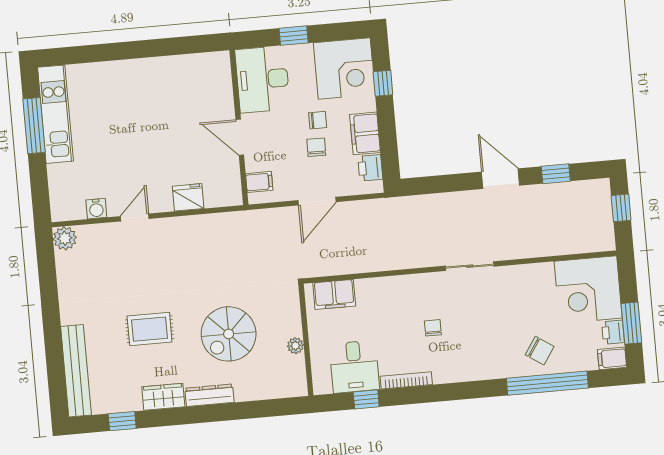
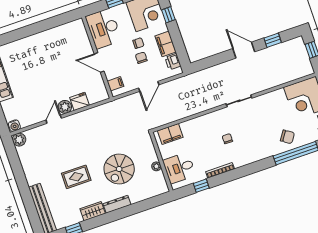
plant: (160, 201) -> (65, 107), added
water cooler: (96, 209) -> (14, 126), moved
desk: (354, 367) -> (179, 168), moved, turned 90

